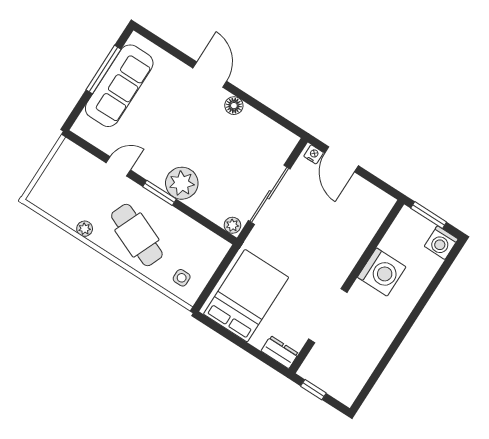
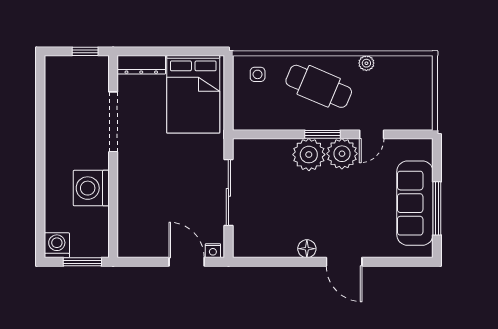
plant: (232, 225) -> (342, 154), moved, width x1.88, depth x1.88
dresser: (280, 352) -> (141, 65), width x1.44

